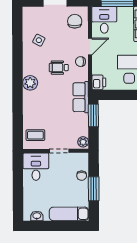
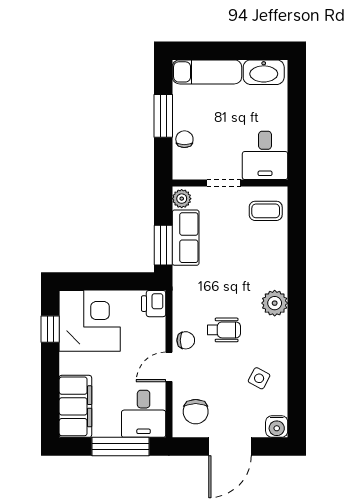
water cooler: (29, 13) -> (277, 427), added
row of seats: (81, 97) -> (186, 238), moved
washbasin: (37, 216) -> (264, 72), width x1.91, depth x1.45

